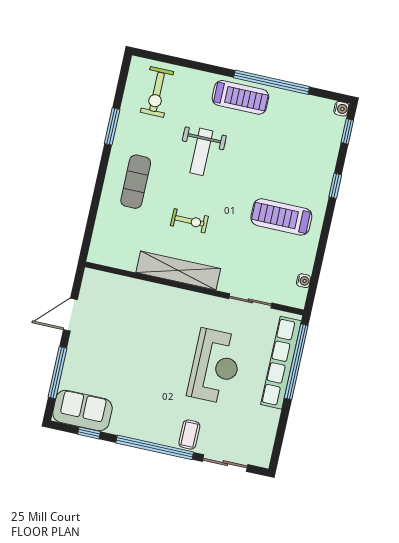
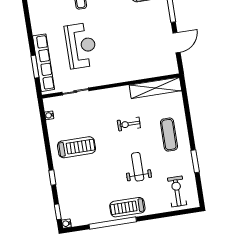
shelving: (178, 271) -> (155, 88), moved
window: (296, 362) -> (35, 67), width x0.47
reception desk: (215, 366) -> (81, 46), turned 180

